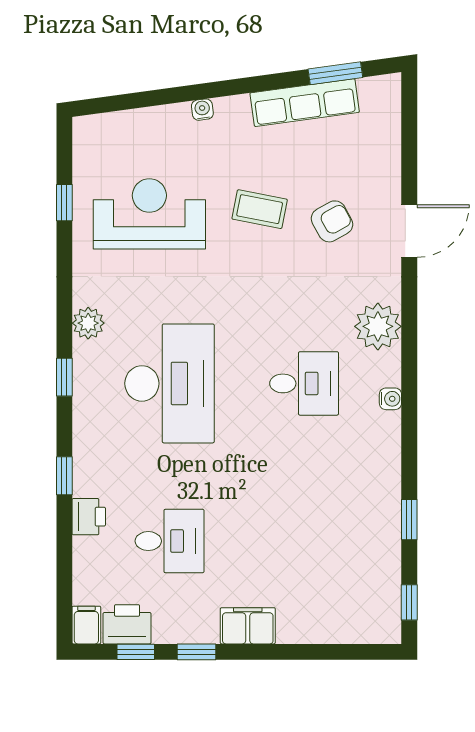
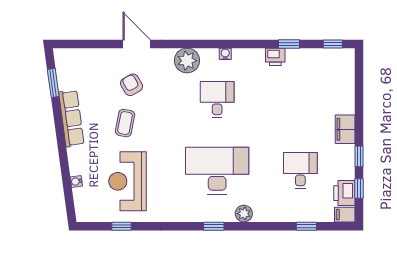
row of seats: (305, 103) -> (71, 118), moved
water cooler: (202, 110) -> (76, 181), moved
plant: (88, 323) -> (244, 214), moved
window: (64, 476) -> (306, 226), moved
printer: (89, 517) -> (275, 57), moved, turned 180

